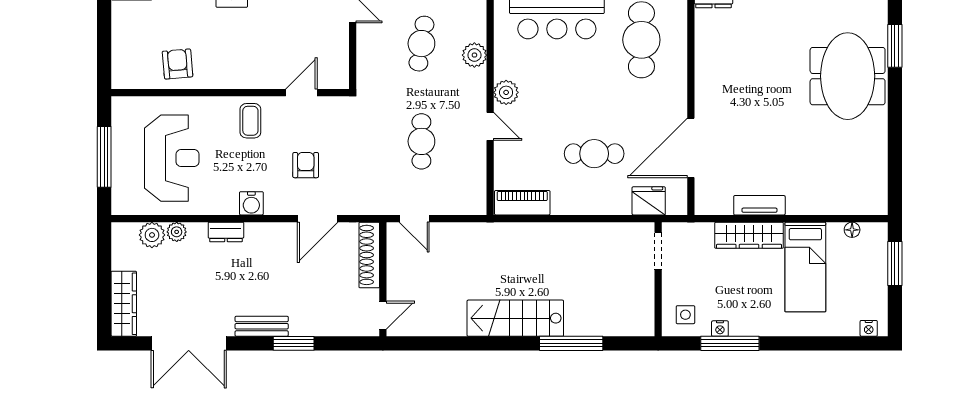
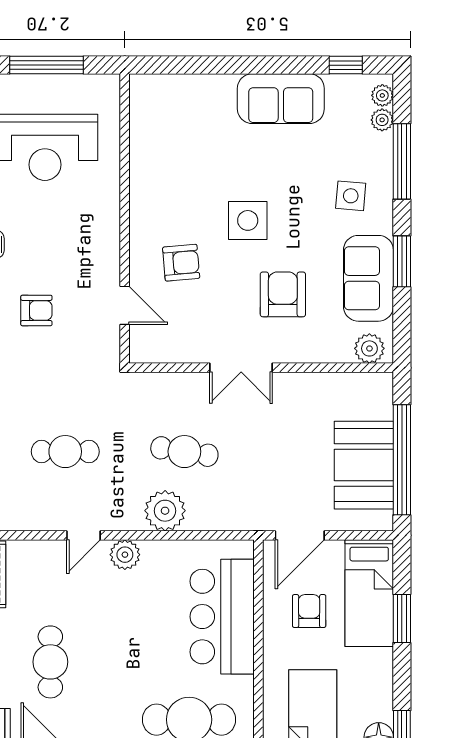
plant: (474, 55) -> (165, 511), width x1.36, depth x1.36
armchair: (178, 64) -> (181, 263), moved
coffee table: (250, 121) -> (90, 243), removed

